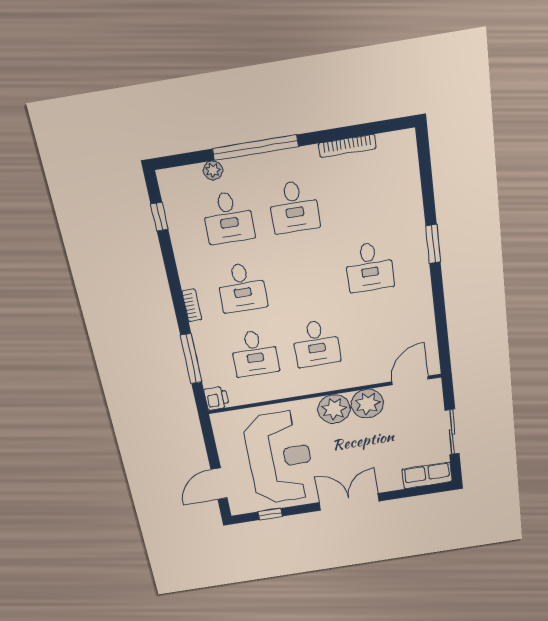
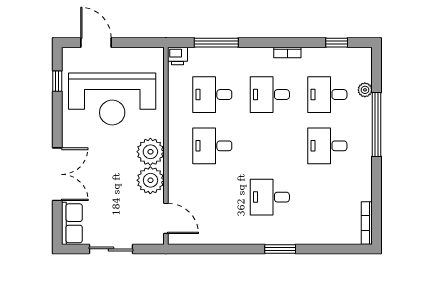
bookcase: (347, 146) -> (367, 223), moved
bookcase: (192, 305) -> (287, 52), moved
double door: (349, 502) -> (57, 174), moved

